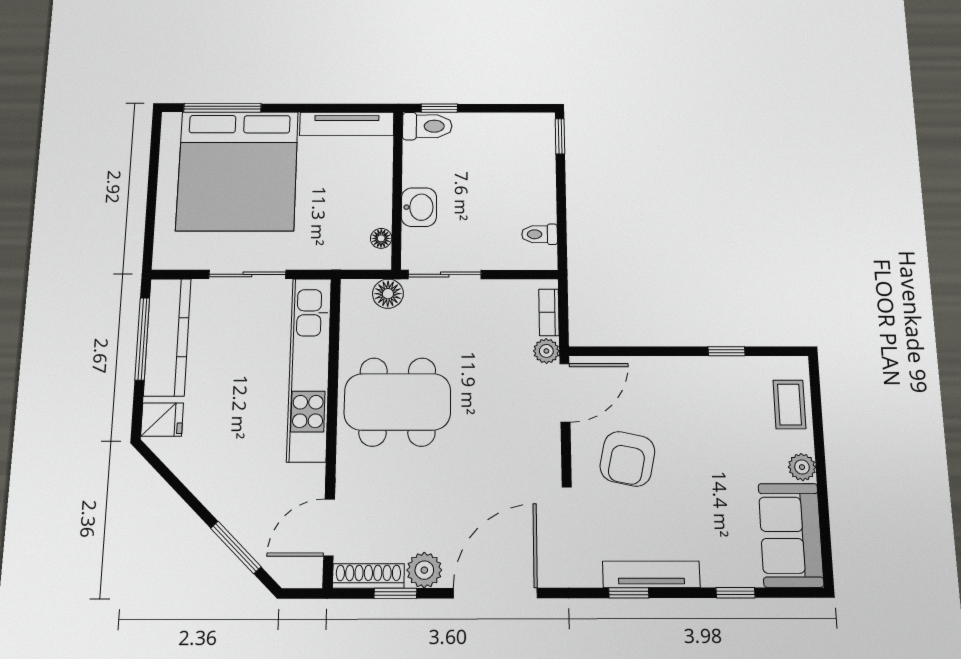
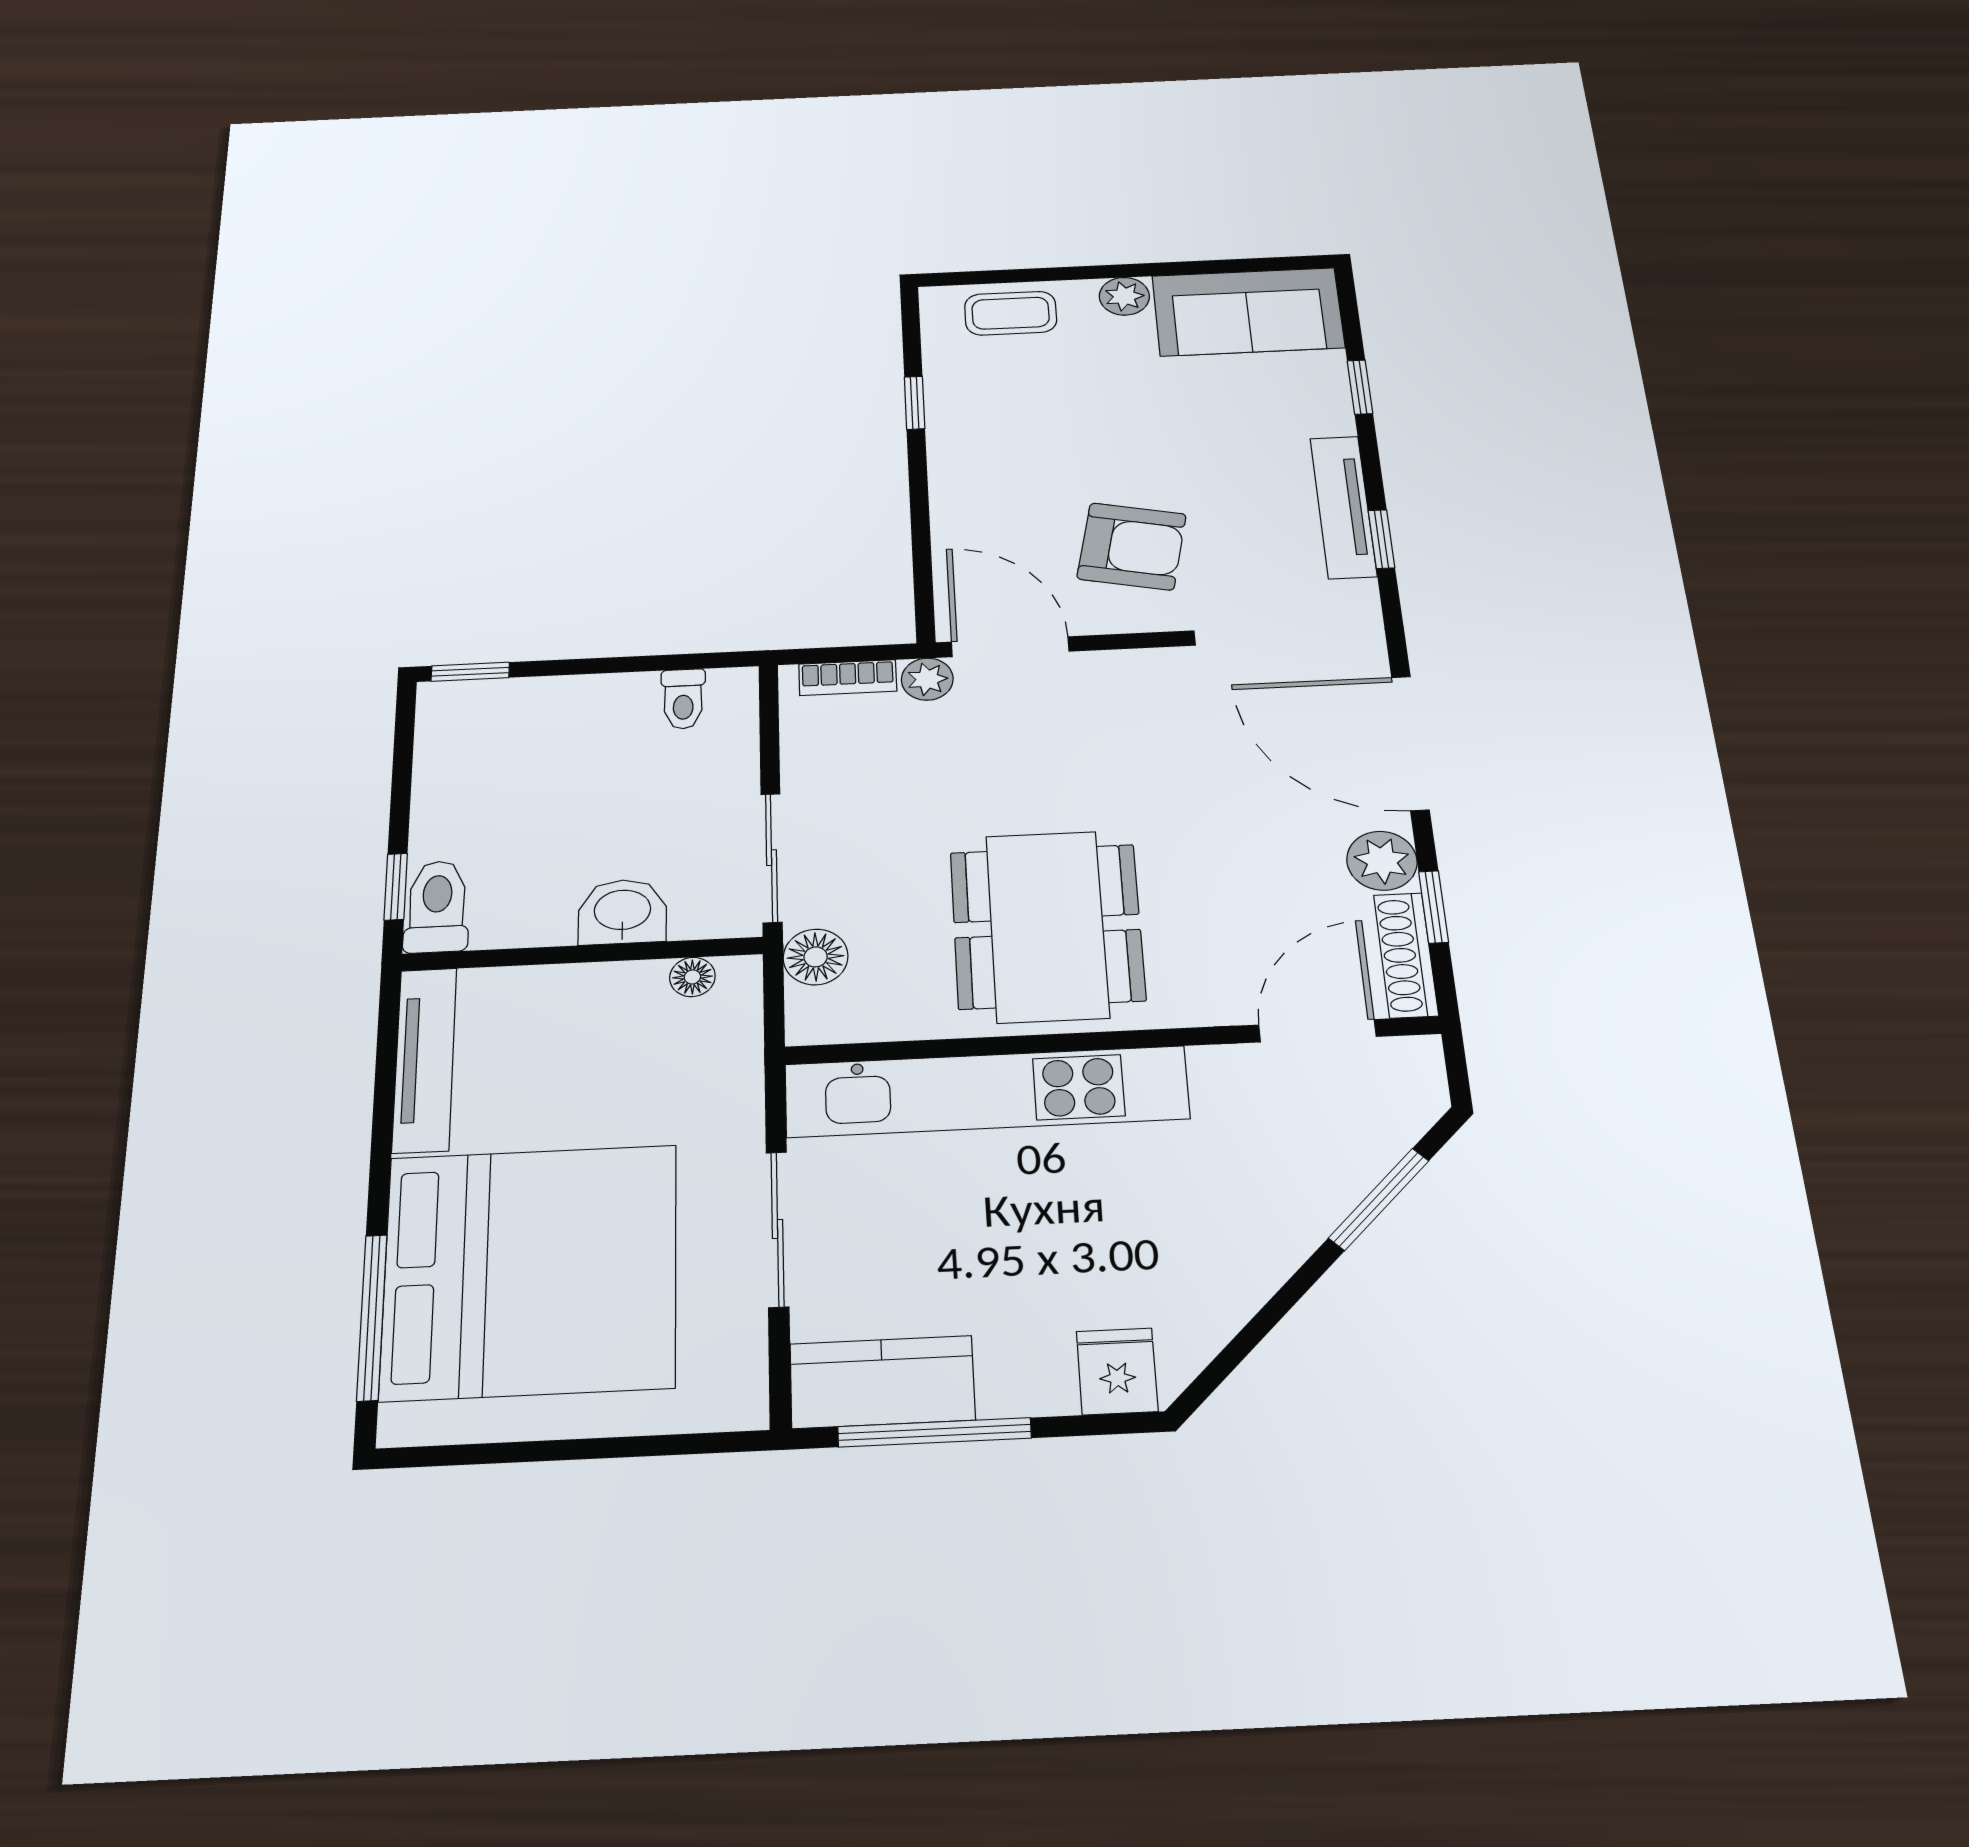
kitchen counter: (167, 337) -> (882, 1382), width x0.67
door: (329, 527) -> (1317, 1031), swing flipped

